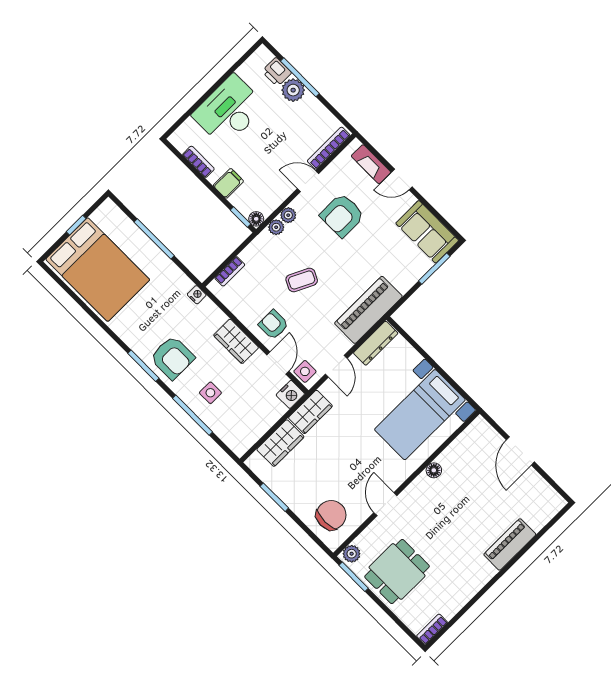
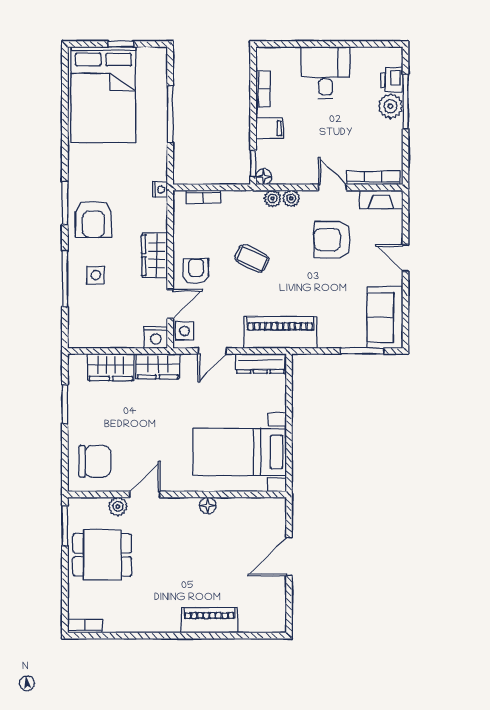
desk: (229, 111) -> (325, 73), width x0.73
fireplace: (371, 164) -> (381, 199), moved, turned -90
plant: (352, 554) -> (118, 506), moved

